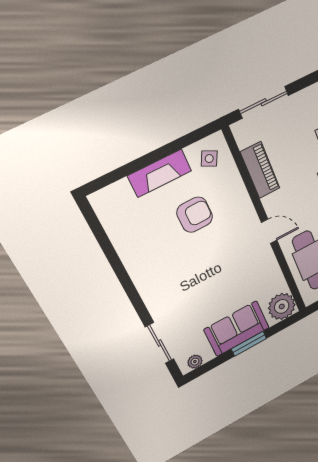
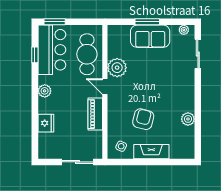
piano: (260, 170) -> (95, 114), moved
armchair: (195, 215) -> (143, 119), turned 104
plant: (128, 250) -> (188, 119), added
plant: (282, 306) -> (117, 68), moved

